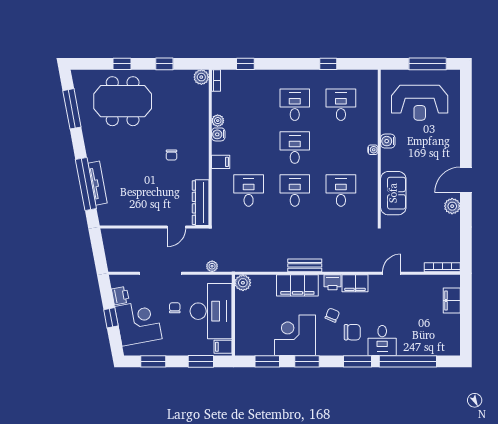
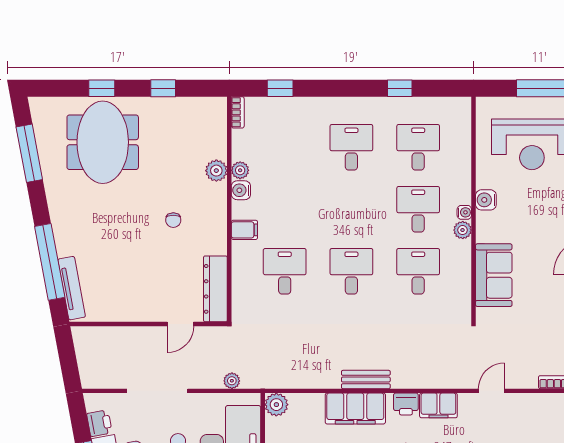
plant: (201, 77) -> (216, 171), moved
meeting table: (123, 101) -> (103, 142), turned 90
desk: (295, 148) -> (418, 209), moved
plant: (372, 162) -> (463, 230), added
tv unit: (98, 183) -> (72, 288), moved

